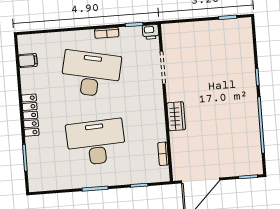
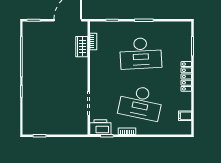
printer: (151, 32) -> (100, 127), width x1.87, depth x1.48
wardrobe: (176, 116) -> (82, 47), moved

